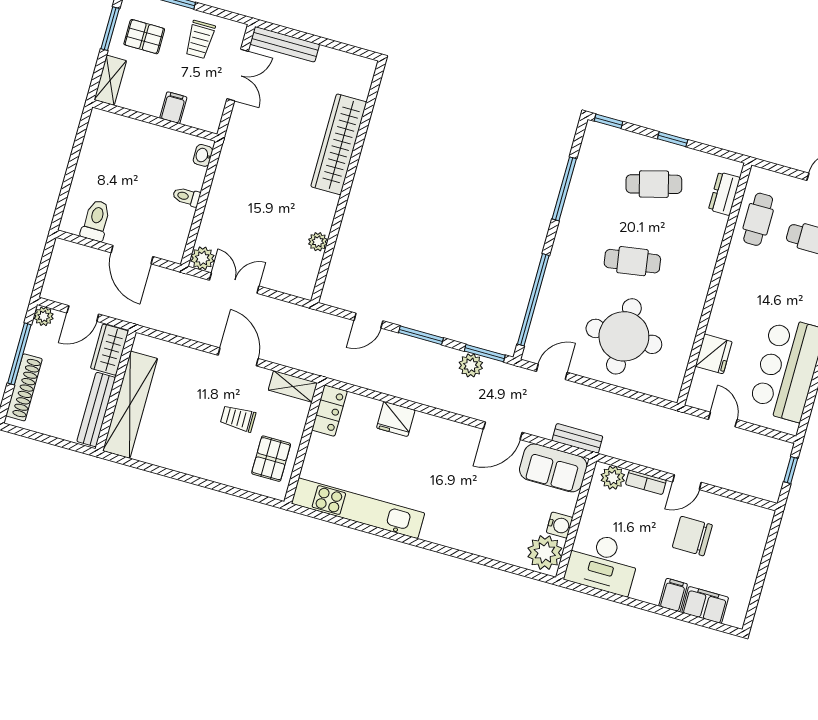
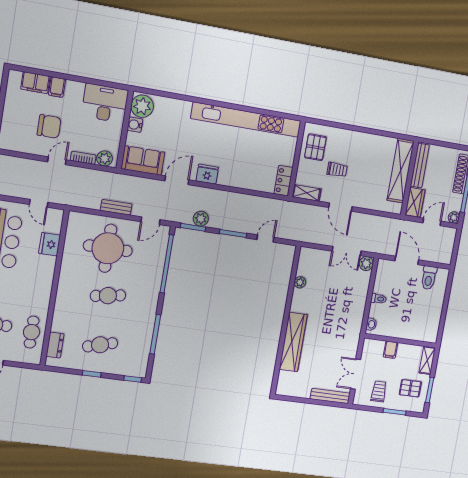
fridge: (396, 419) -> (207, 174), moved
bench: (577, 438) -> (116, 207), moved
kitchen unit: (358, 508) -> (246, 120), width x1.36

